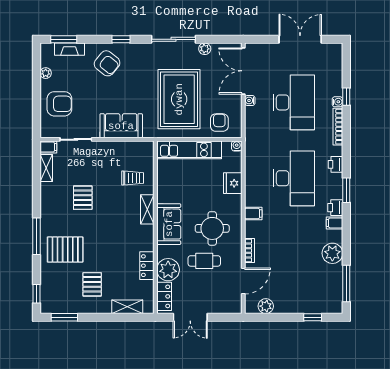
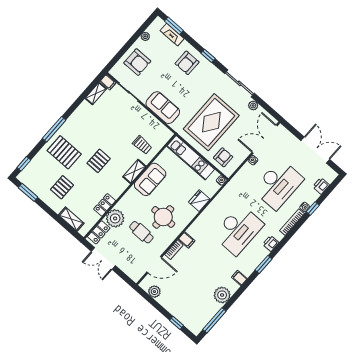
armchair: (107, 63) -> (187, 63), turned 51
pallet: (83, 198) -> (99, 161), moved
printer: (335, 208) -> (321, 186), moved
filing cabinet: (253, 213) -> (187, 240), moved
sofa: (169, 224) -> (150, 179), moved

